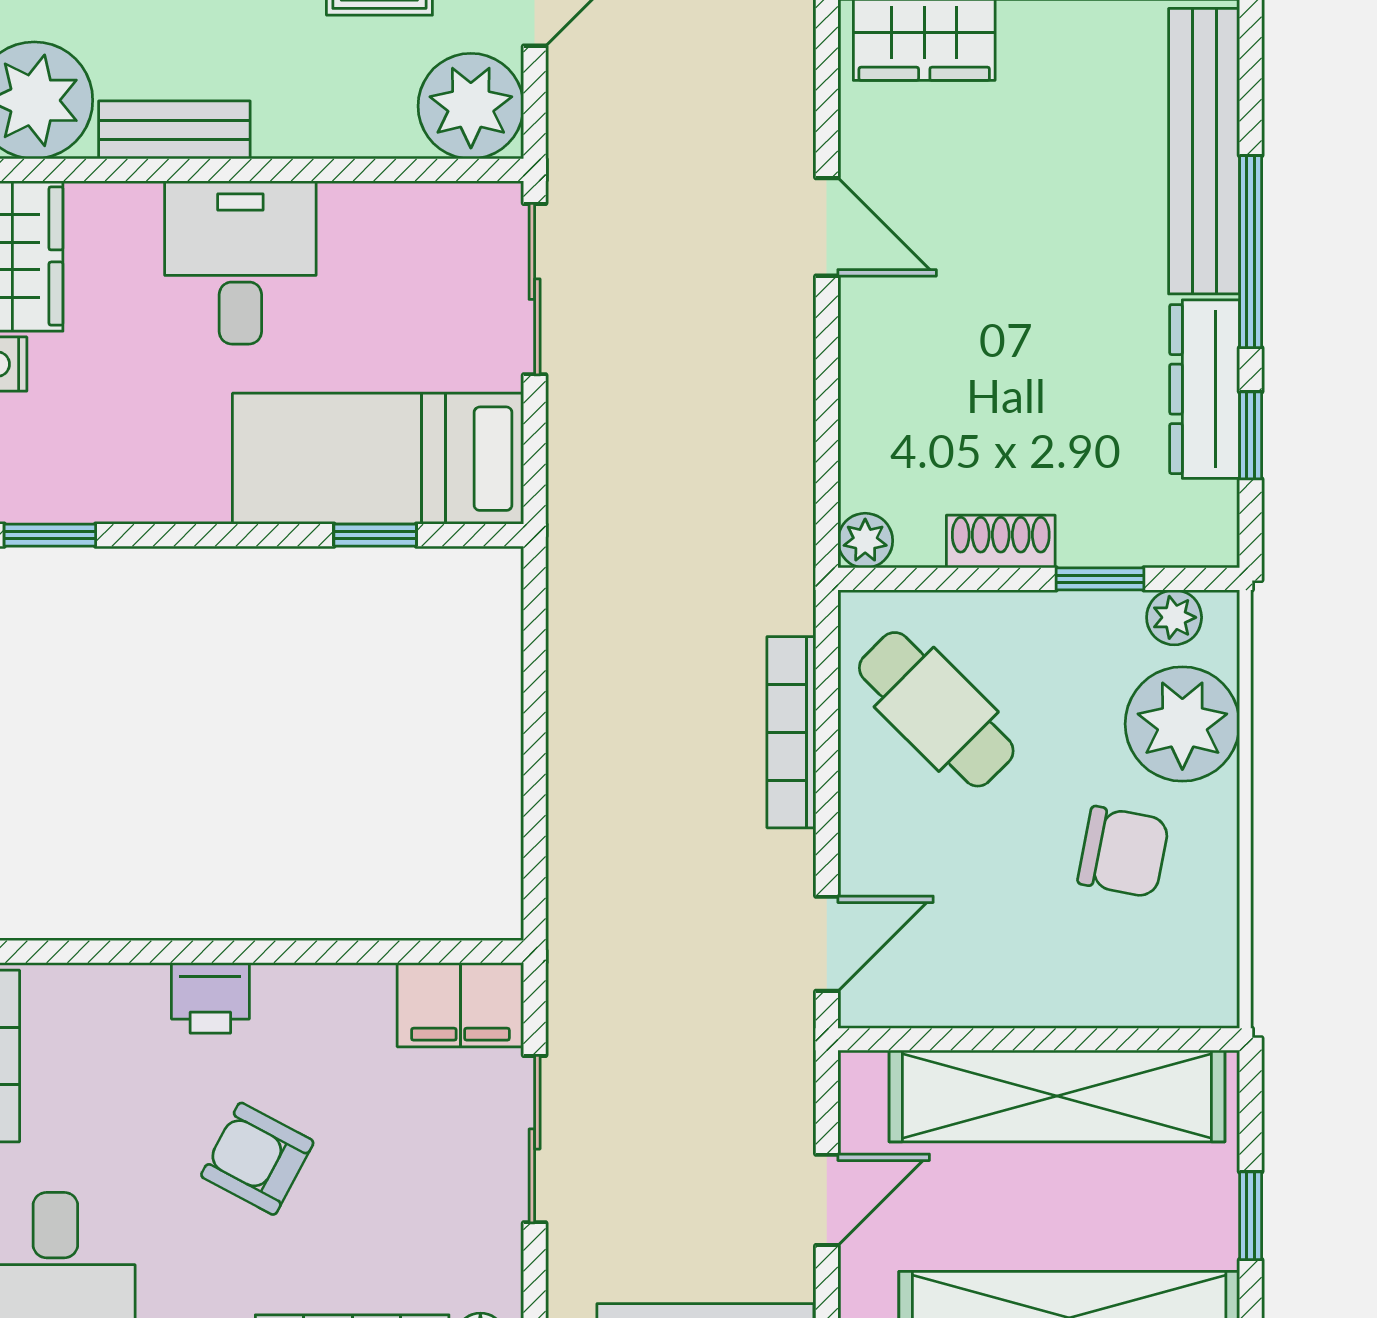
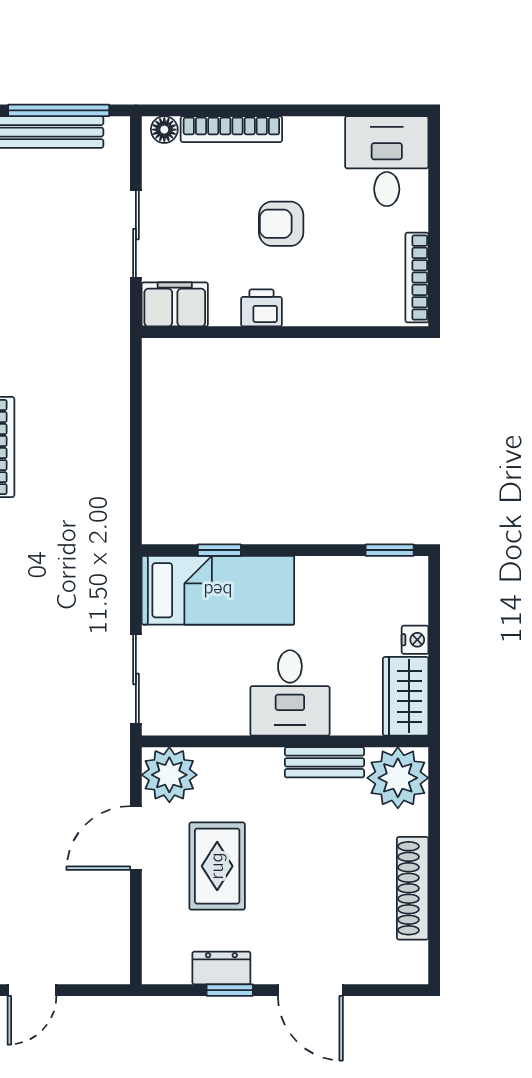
printer: (210, 998) -> (261, 308), moved
armchair: (257, 1159) -> (281, 224), turned 152

